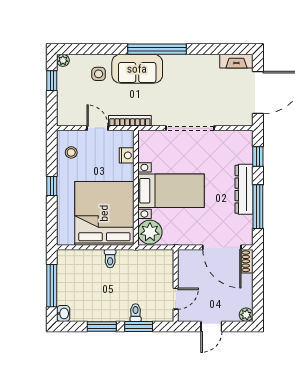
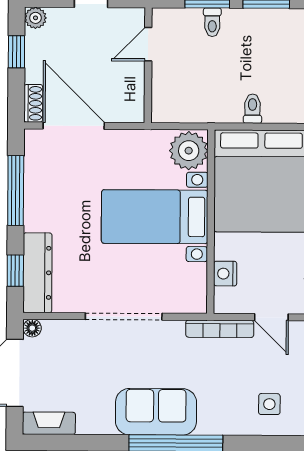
sofa: (137, 69) -> (156, 412), moved
floor lamp: (247, 121) -> (32, 328), added
dresser: (244, 189) -> (38, 273), moved
window: (258, 293) -> (16, 52), added

